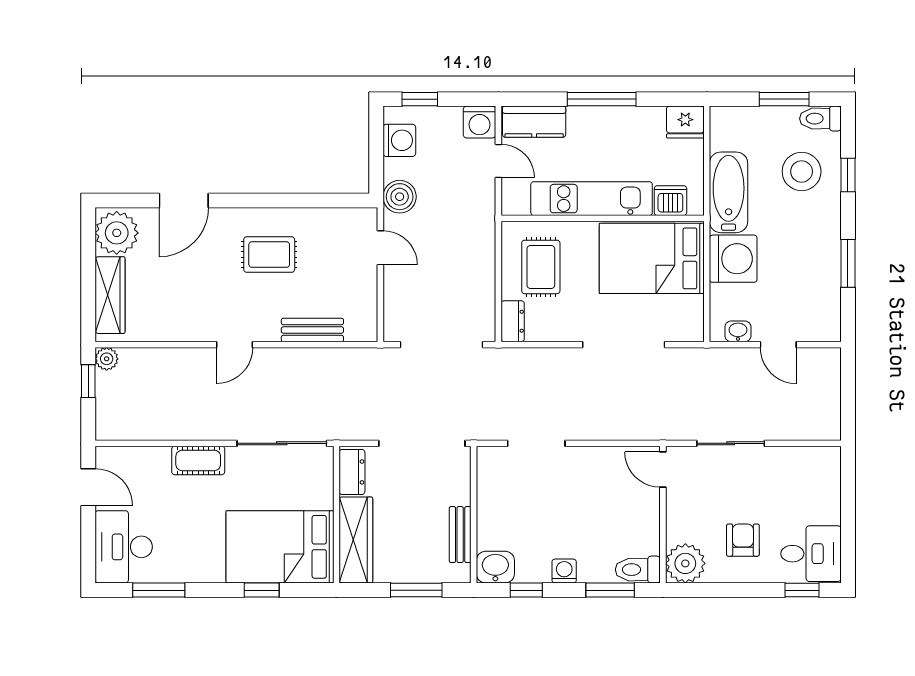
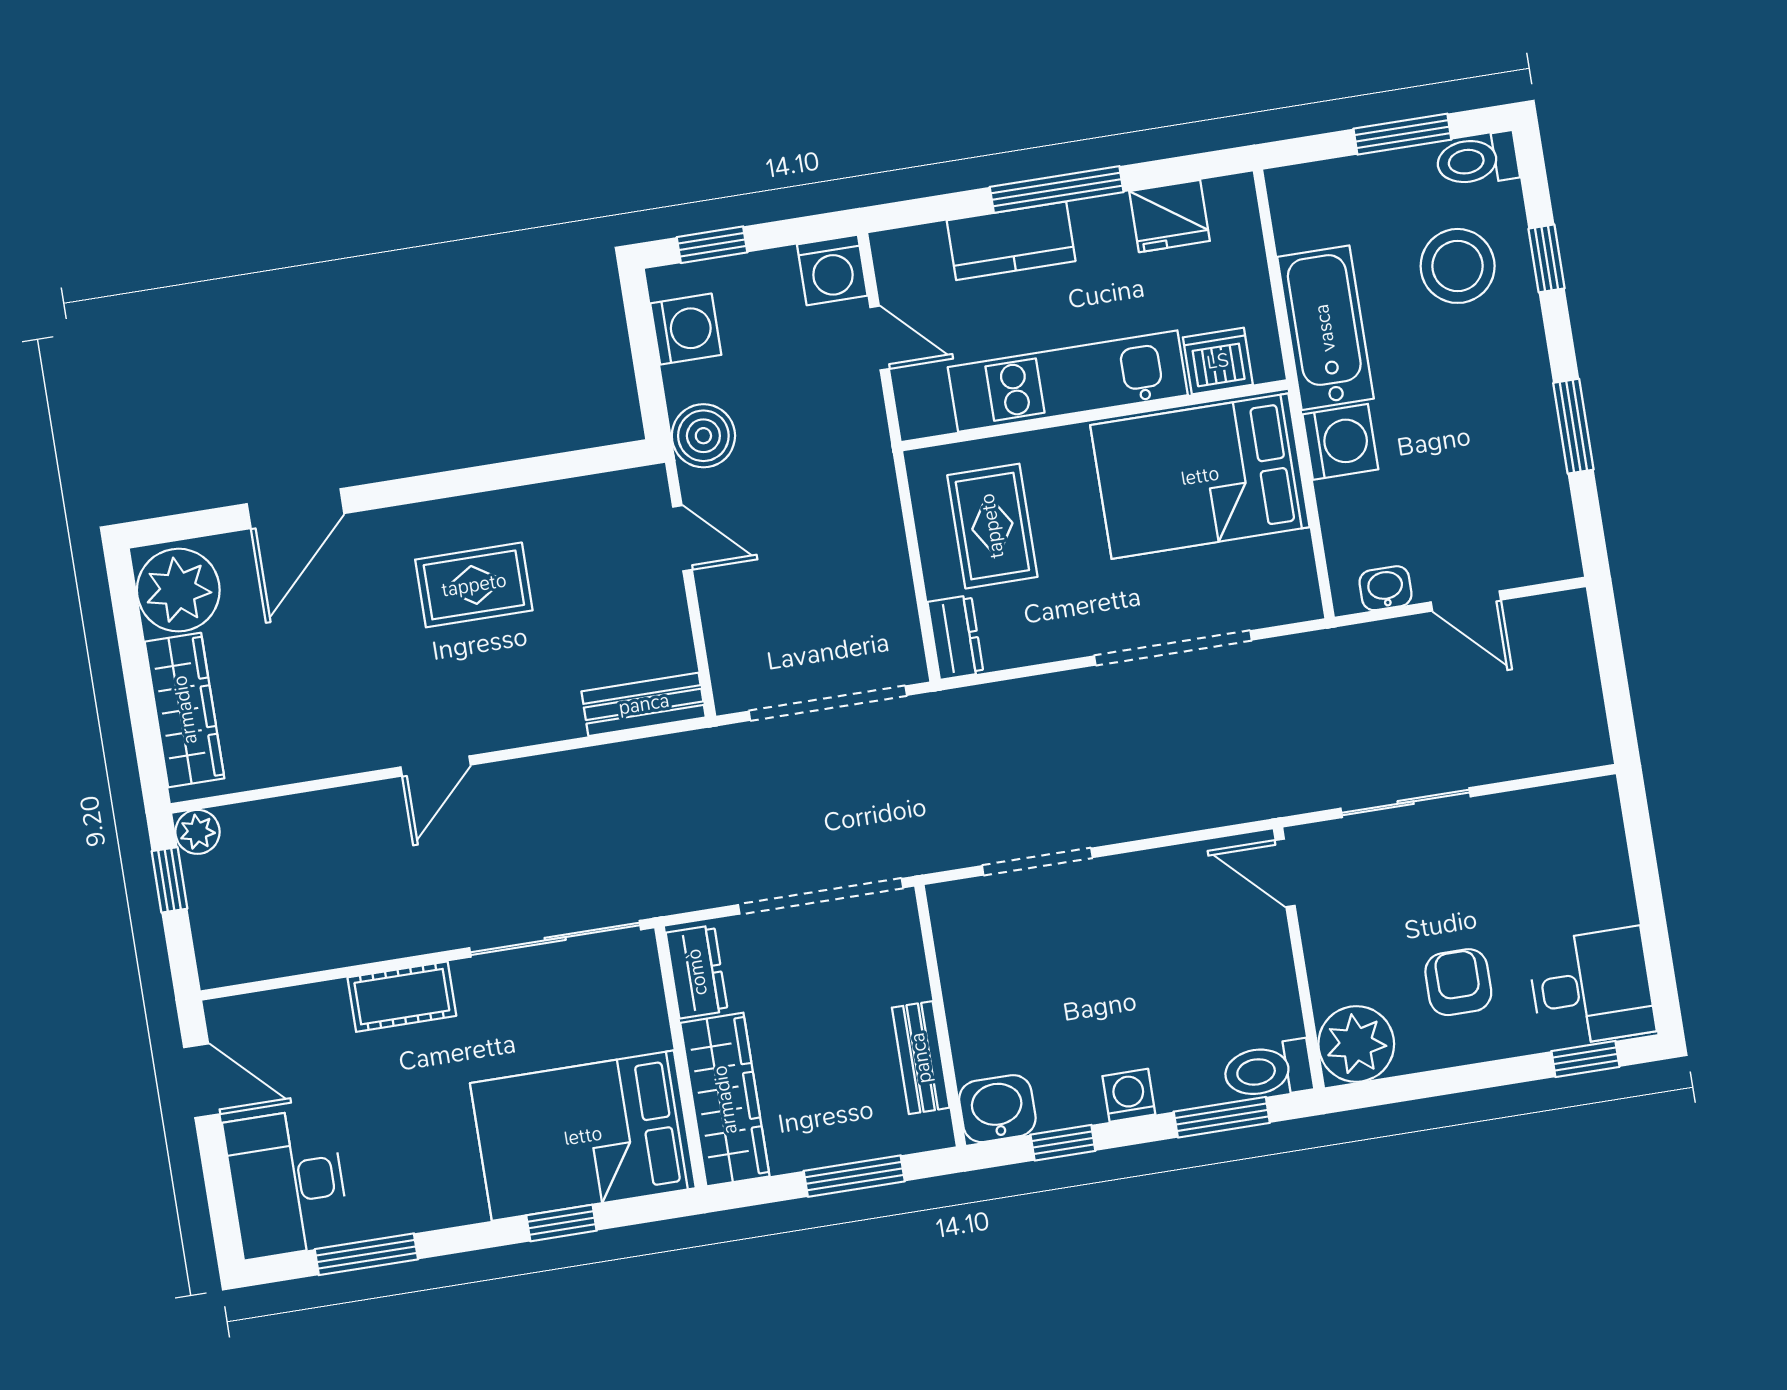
kitchen counter: (534, 122) -> (1011, 241), moved
fridge: (685, 122) -> (1170, 216), moved
washing machine: (733, 259) -> (1340, 442), width x0.73, depth x0.73
bench: (312, 330) -> (644, 704), moved

